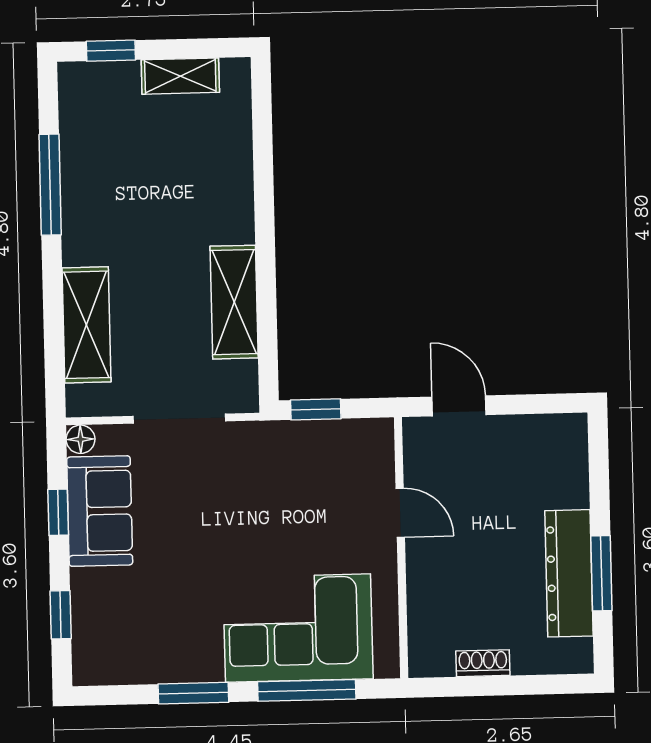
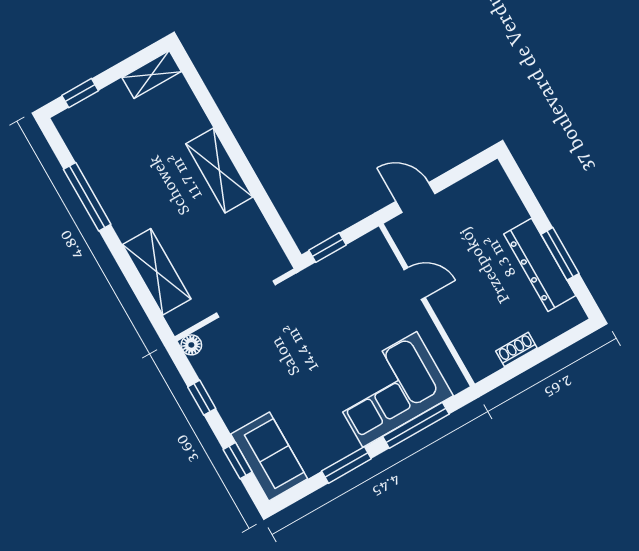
shelving: (180, 76) -> (152, 74), moved
shelving: (234, 302) -> (219, 170), moved
sofa: (100, 511) -> (269, 456), moved

